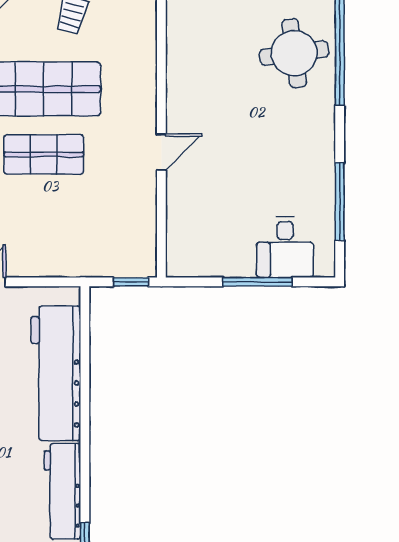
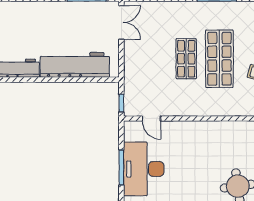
door: (161, 152) -> (151, 119), moved
desk: (285, 247) -> (144, 169), width x1.87, depth x1.30

